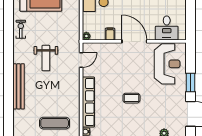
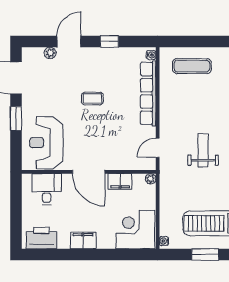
filing cabinet: (110, 34) -> (120, 181), width x2.00

